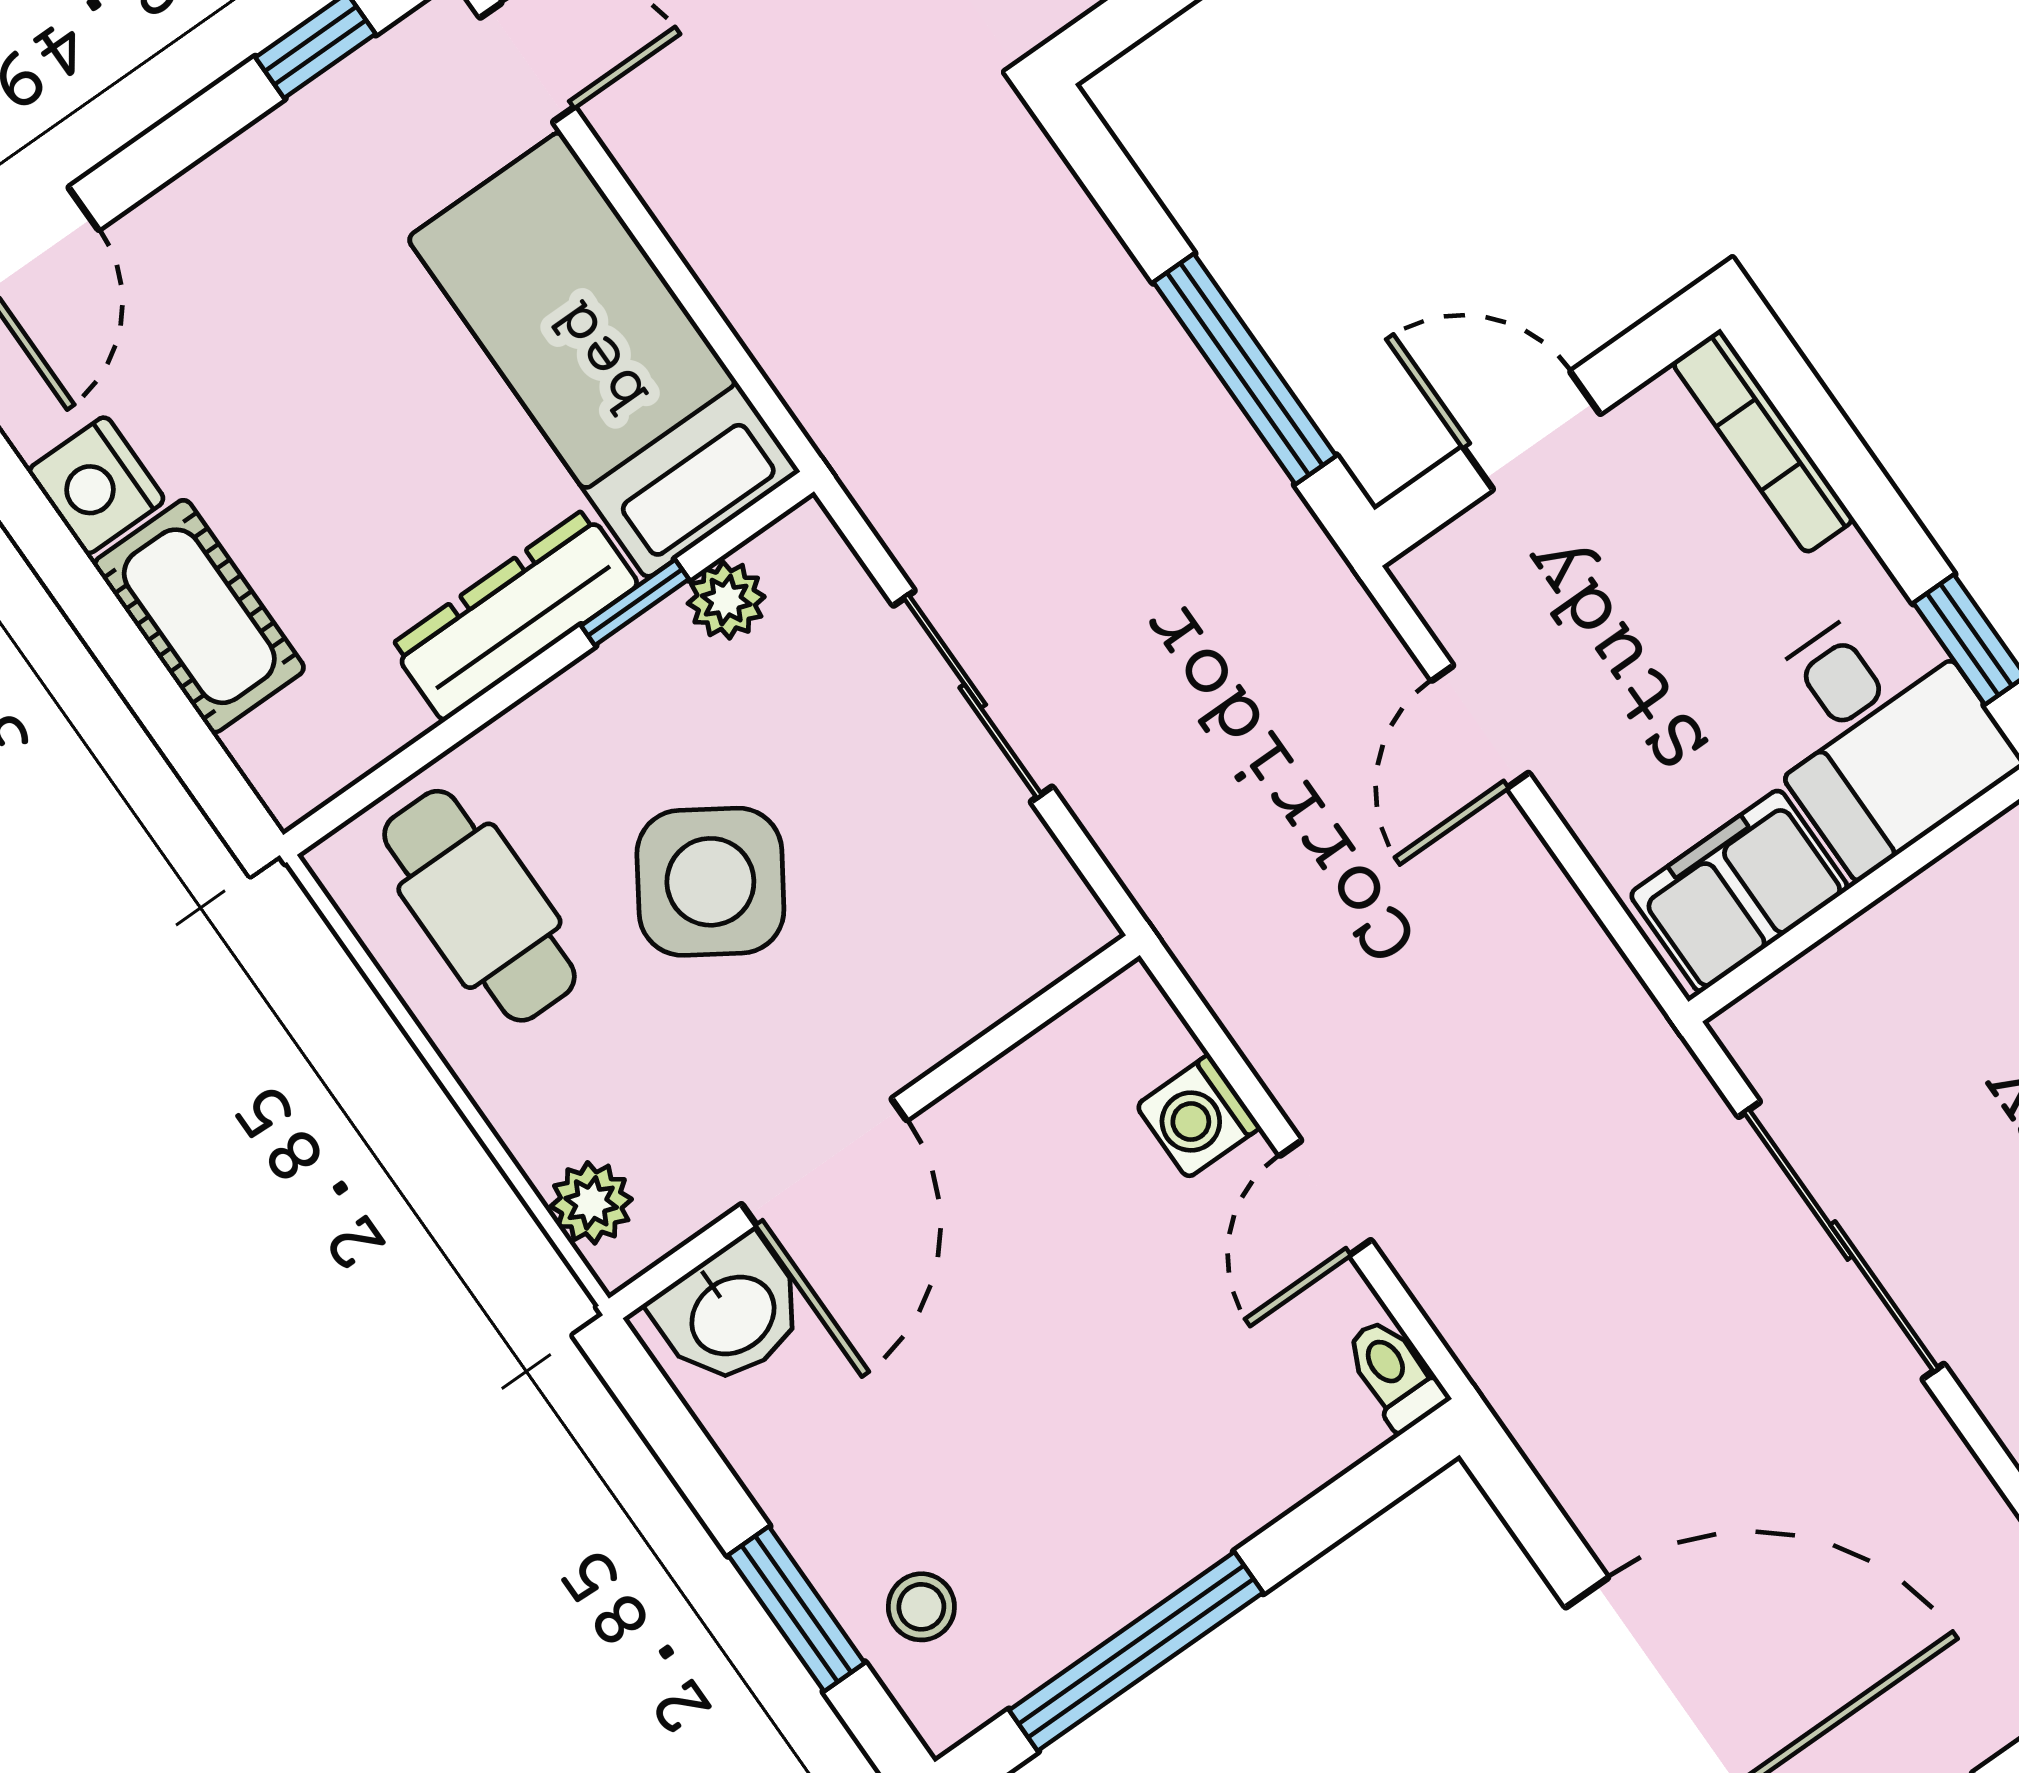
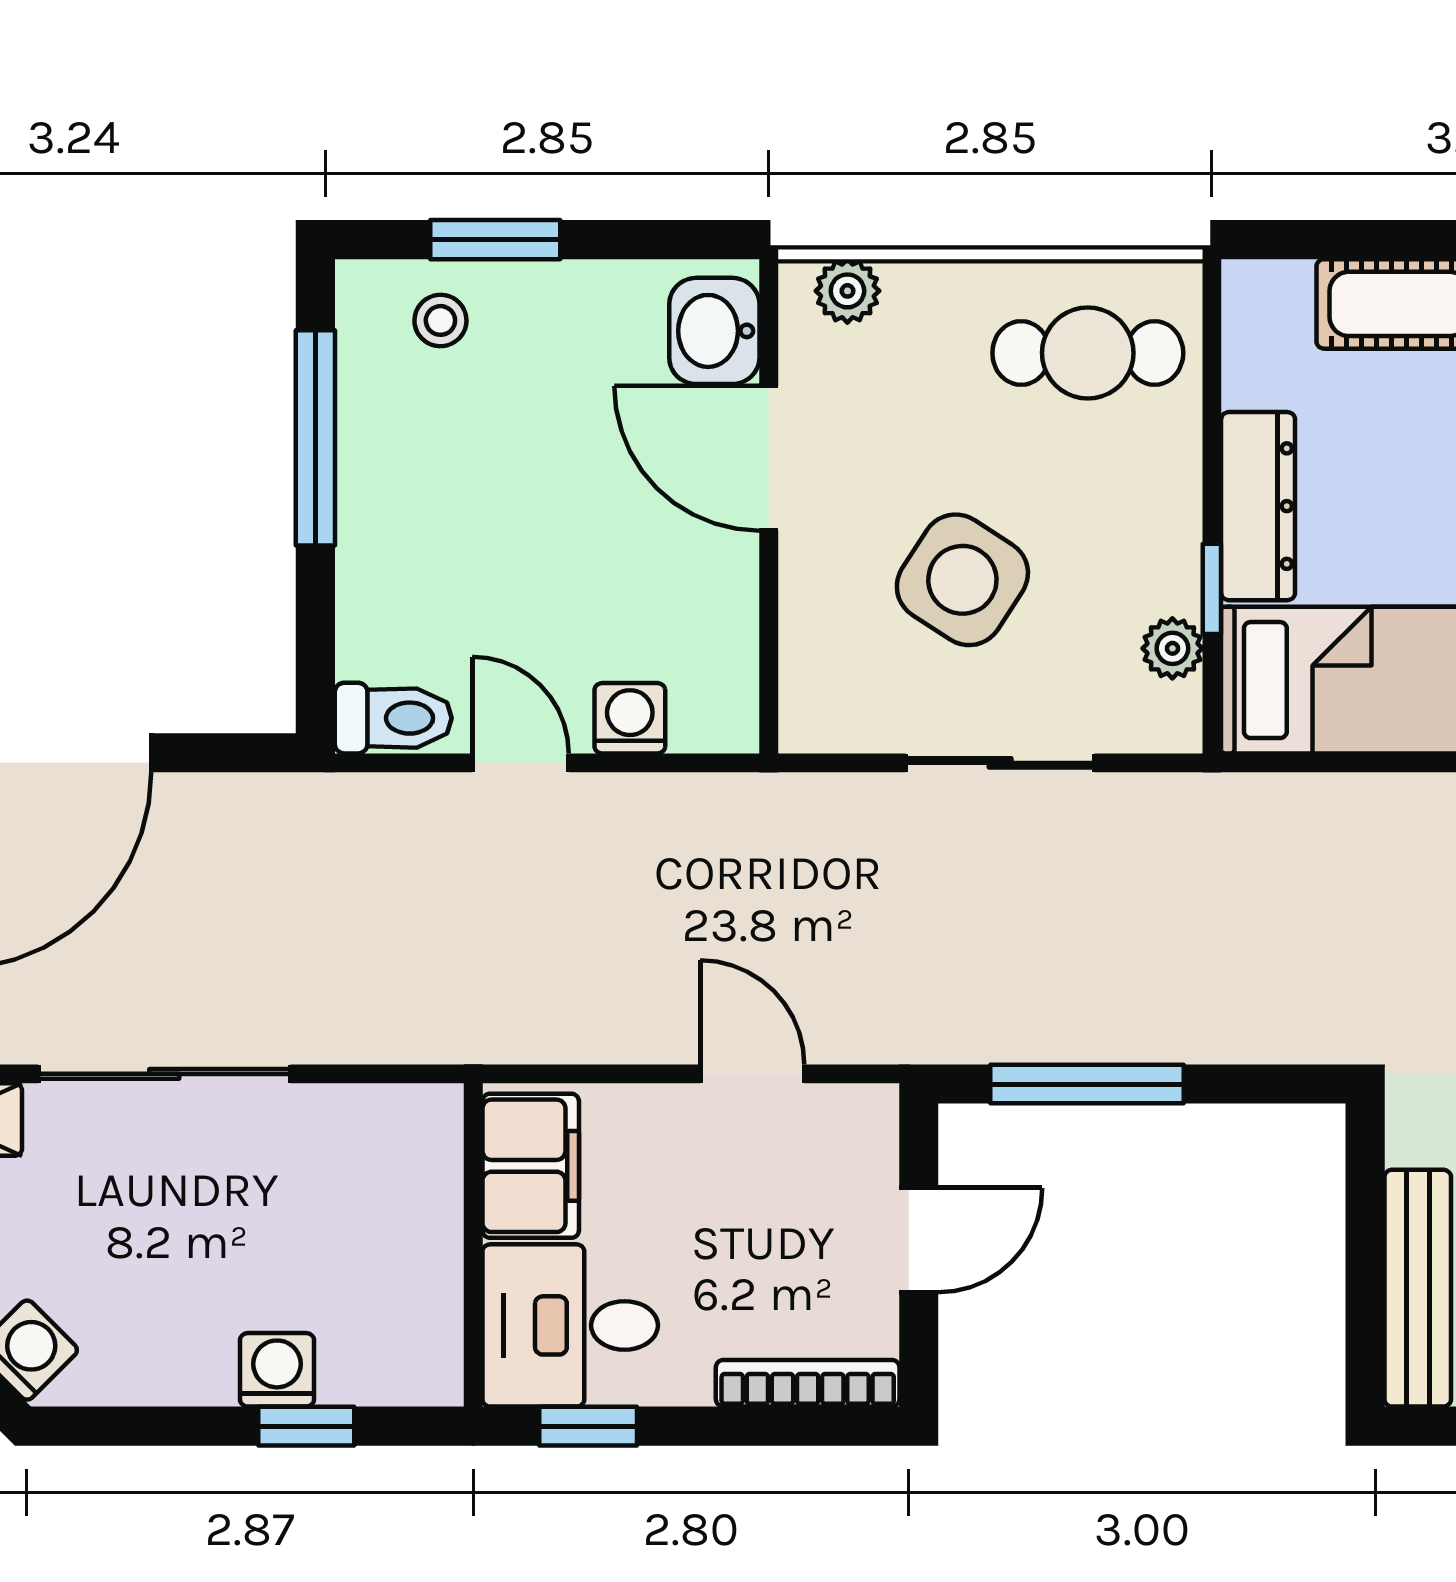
side table: (710, 882) -> (962, 580), moved
sliding door: (1841, 1240) -> (164, 1074), moved
toilet: (1394, 1374) -> (393, 718), width x1.37, depth x1.39

